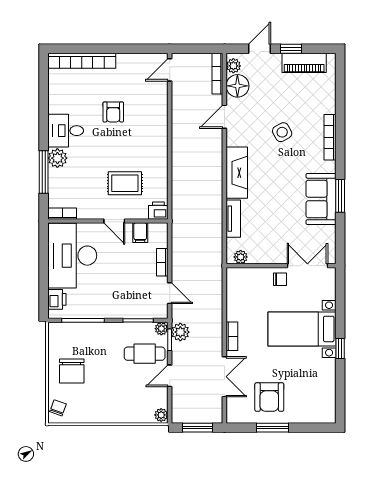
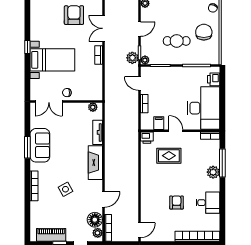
desk: (66, 131) -> (208, 203), moved
cafe table: (145, 354) -> (177, 41), moved

